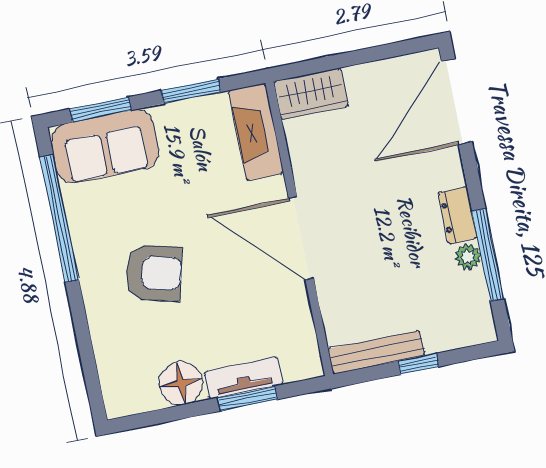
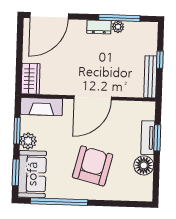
door: (457, 102) -> (49, 16), hinge flipped
plant: (175, 120) -> (28, 141), added
armchair: (154, 273) -> (93, 166), width x1.36, depth x1.36

